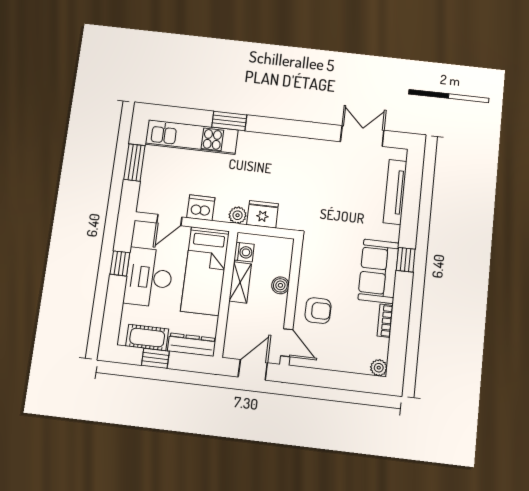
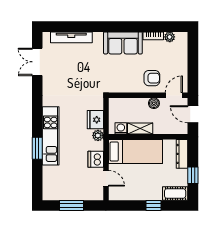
kitchen unit: (192, 137) -> (51, 136), moved
window: (406, 260) -> (114, 27), removed
window: (120, 263) -> (154, 206), moved
desk: (149, 277) -> (144, 186), removed
boiler: (280, 285) -> (154, 103), moved
armchair: (318, 311) -> (152, 78), turned 90
cot: (147, 338) -> (175, 194), moved, turned 90
plant: (379, 368) -> (170, 37), moved

